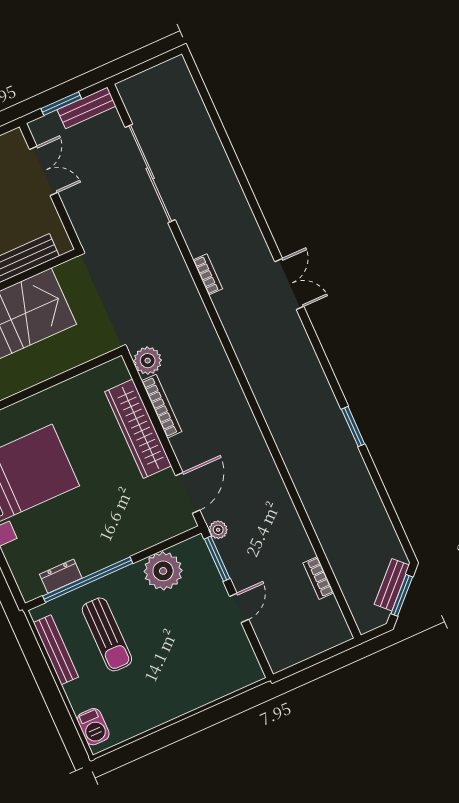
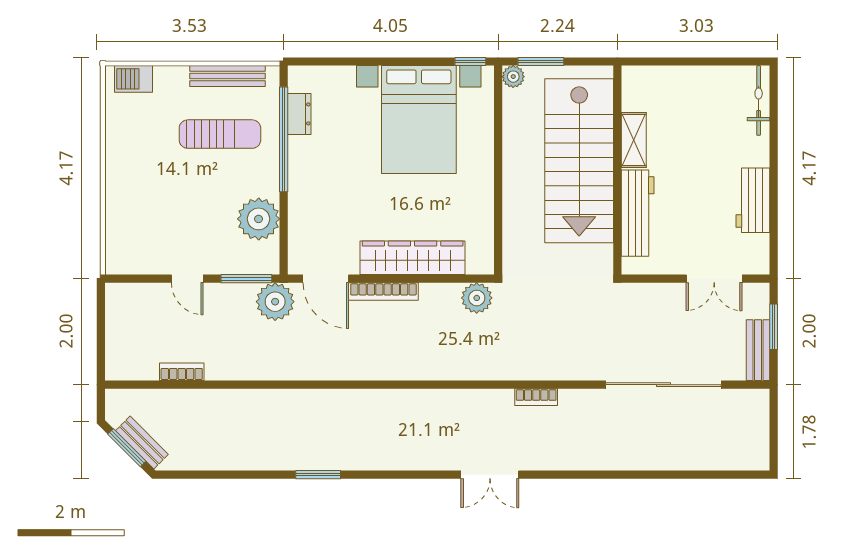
bookcase: (162, 406) -> (383, 292), moved
plant: (218, 530) -> (275, 302), width x1.88, depth x1.88
sun lounger: (107, 634) -> (220, 134), turned 180

